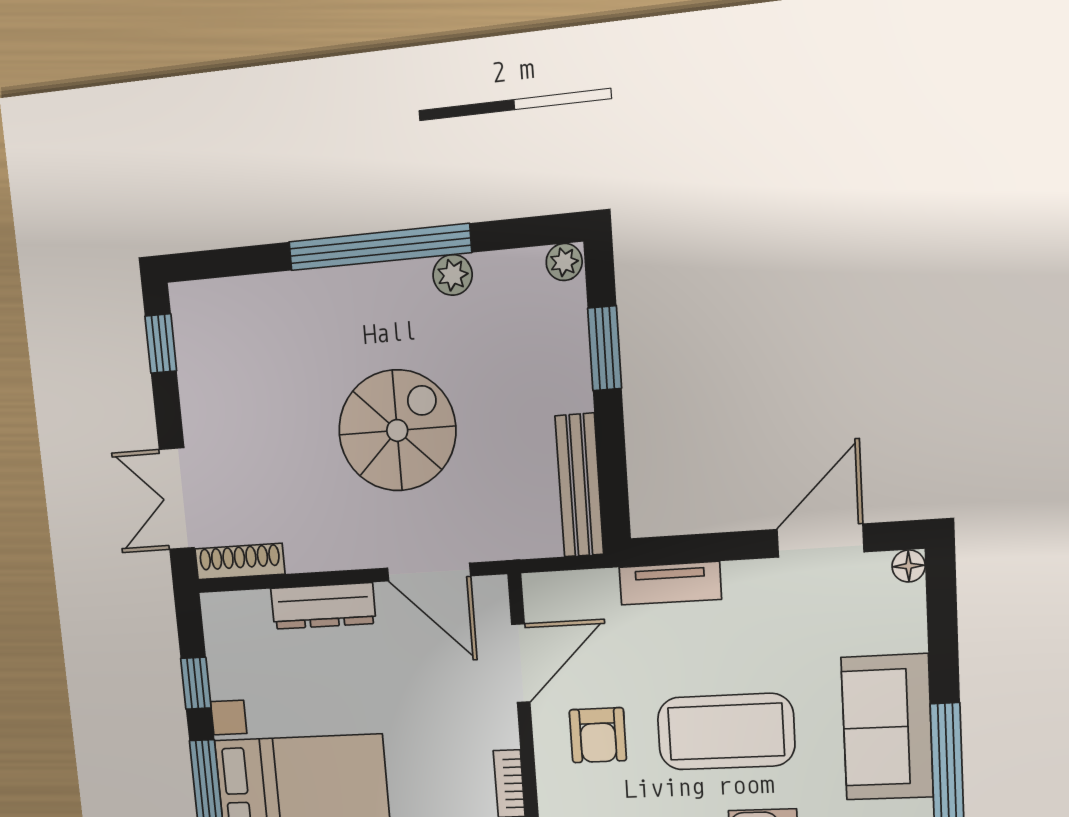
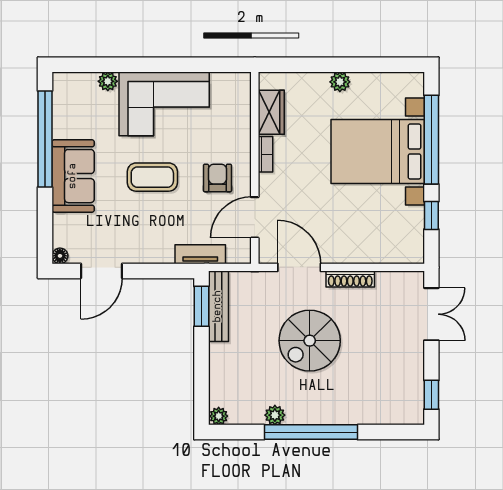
window: (605, 348) -> (201, 306), moved
shoe rack: (240, 561) -> (350, 279), moved
tv unit: (670, 583) -> (200, 254), moved
dresser: (323, 606) -> (357, 253), removed
coffee table: (726, 732) -> (152, 177), width x0.73, depth x0.76

